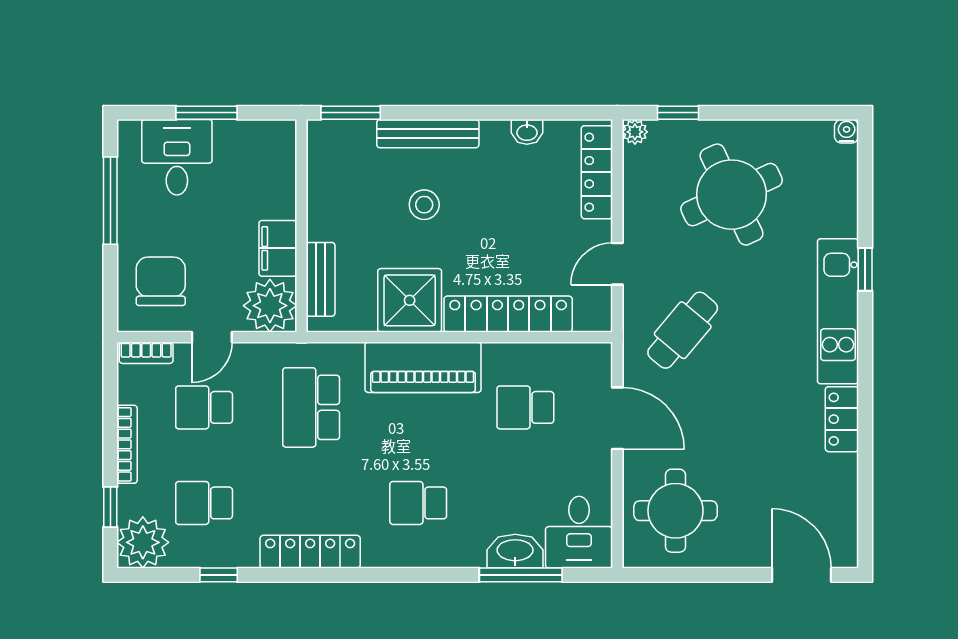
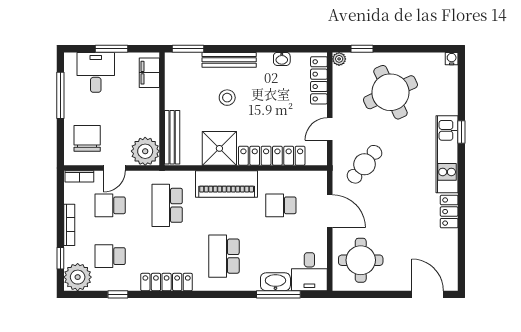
filing cabinet: (278, 248) -> (149, 73), moved
bench: (321, 279) -> (172, 137), width x1.36
school desk: (418, 503) -> (224, 256), width x1.85

